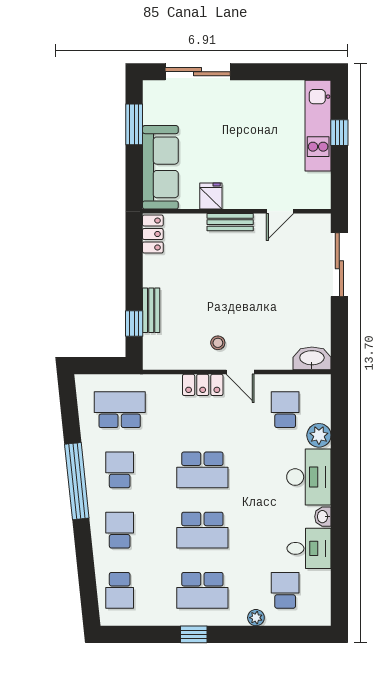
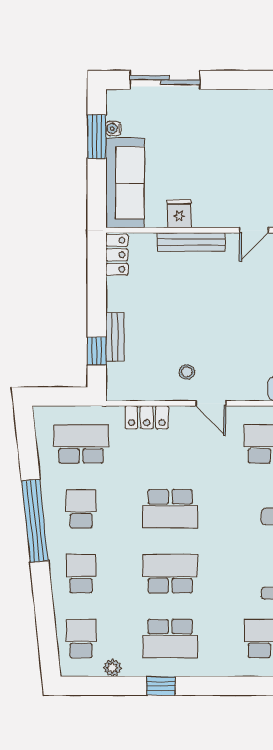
water cooler: (150, 117) -> (113, 128), added
bench: (230, 222) -> (191, 242), width x1.36
locker: (203, 385) -> (147, 417), moved
school desk: (202, 530) -> (170, 574), turned 180
school desk: (120, 590) -> (81, 639), turned 180
plant: (256, 618) -> (112, 668), moved

